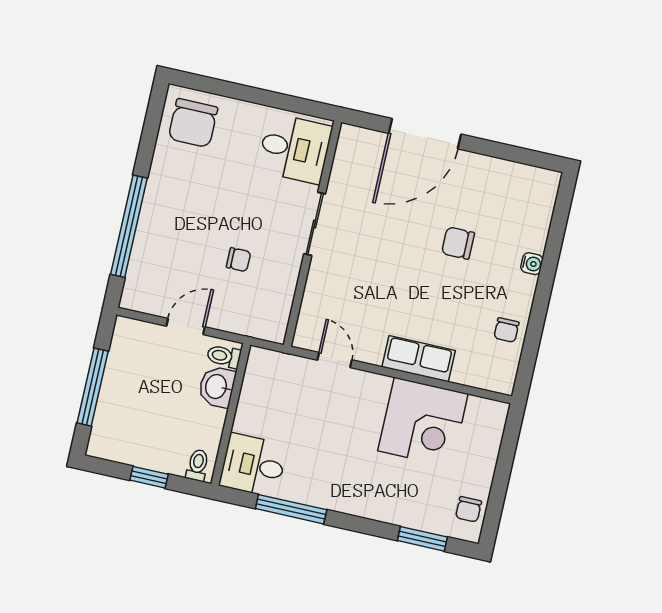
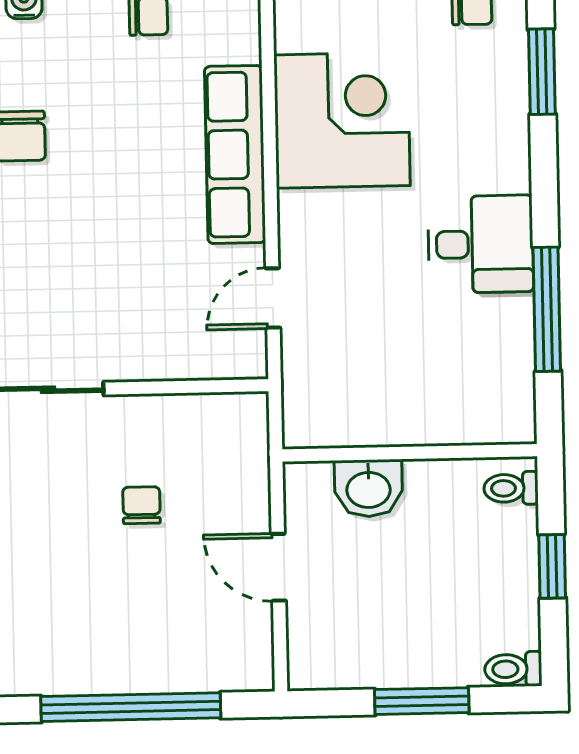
toilet: (224, 356) -> (513, 669), moved, turned 90
row of seats: (419, 359) -> (235, 154), width x1.48
window: (93, 387) -> (422, 701), width x0.69
desk: (253, 465) -> (481, 244), moved, turned -90

